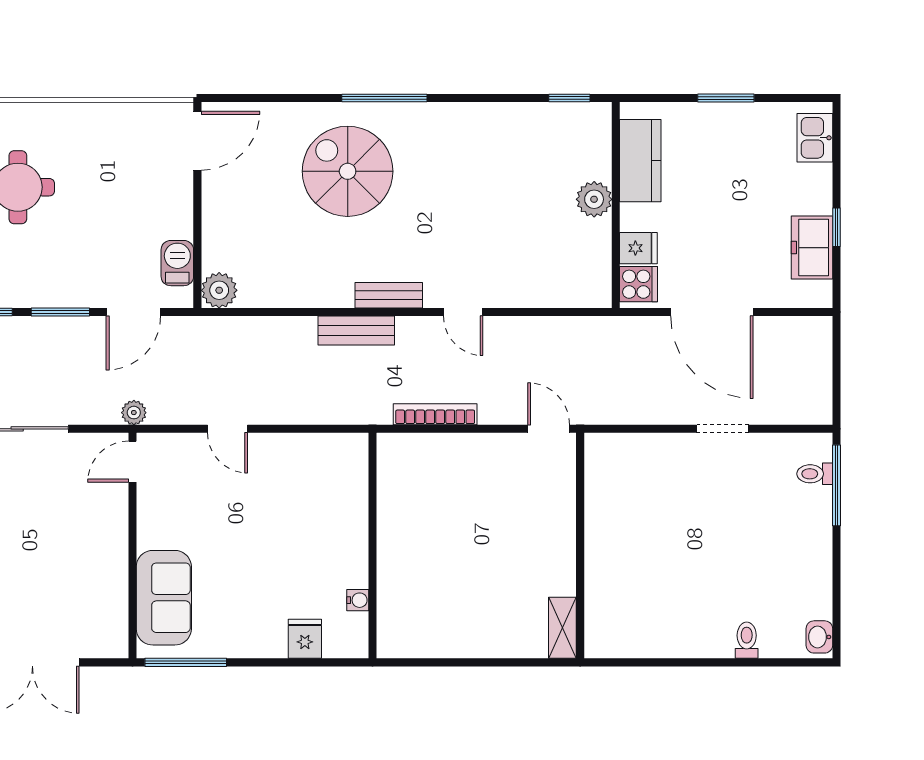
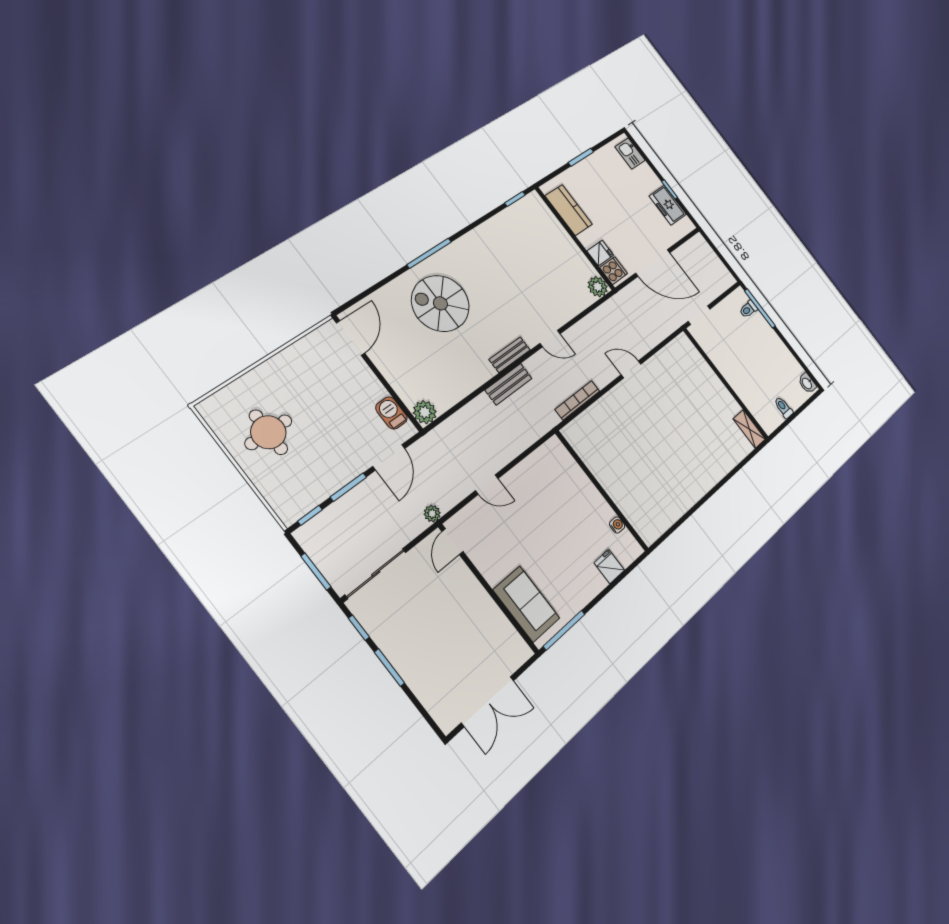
plant: (594, 199) -> (598, 287), moved
wall: (580, 546) -> (726, 384), moved
shelving: (562, 628) -> (749, 429), moved

